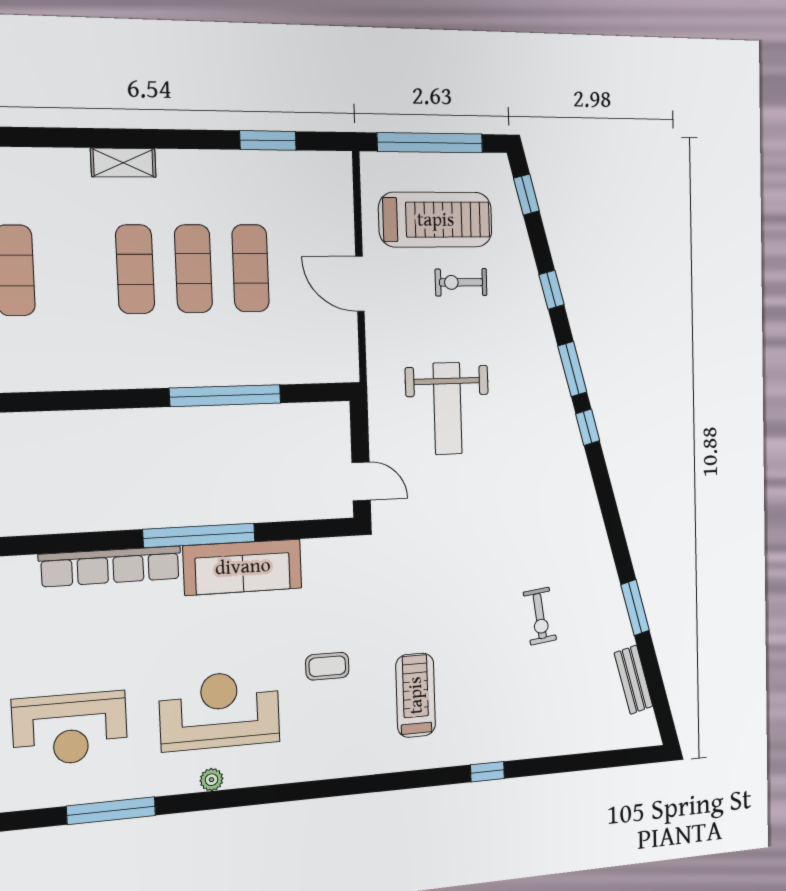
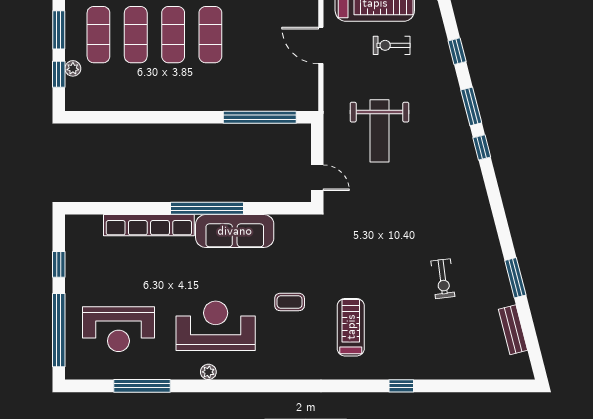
exercise mat: (251, 268) -> (136, 35), moved
window: (225, 396) -> (260, 117), moved

